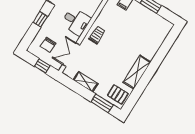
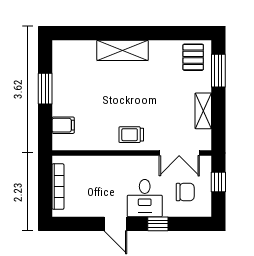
desk: (76, 21) -> (145, 198), moved, turned 180
shelving: (137, 72) -> (123, 50), moved

